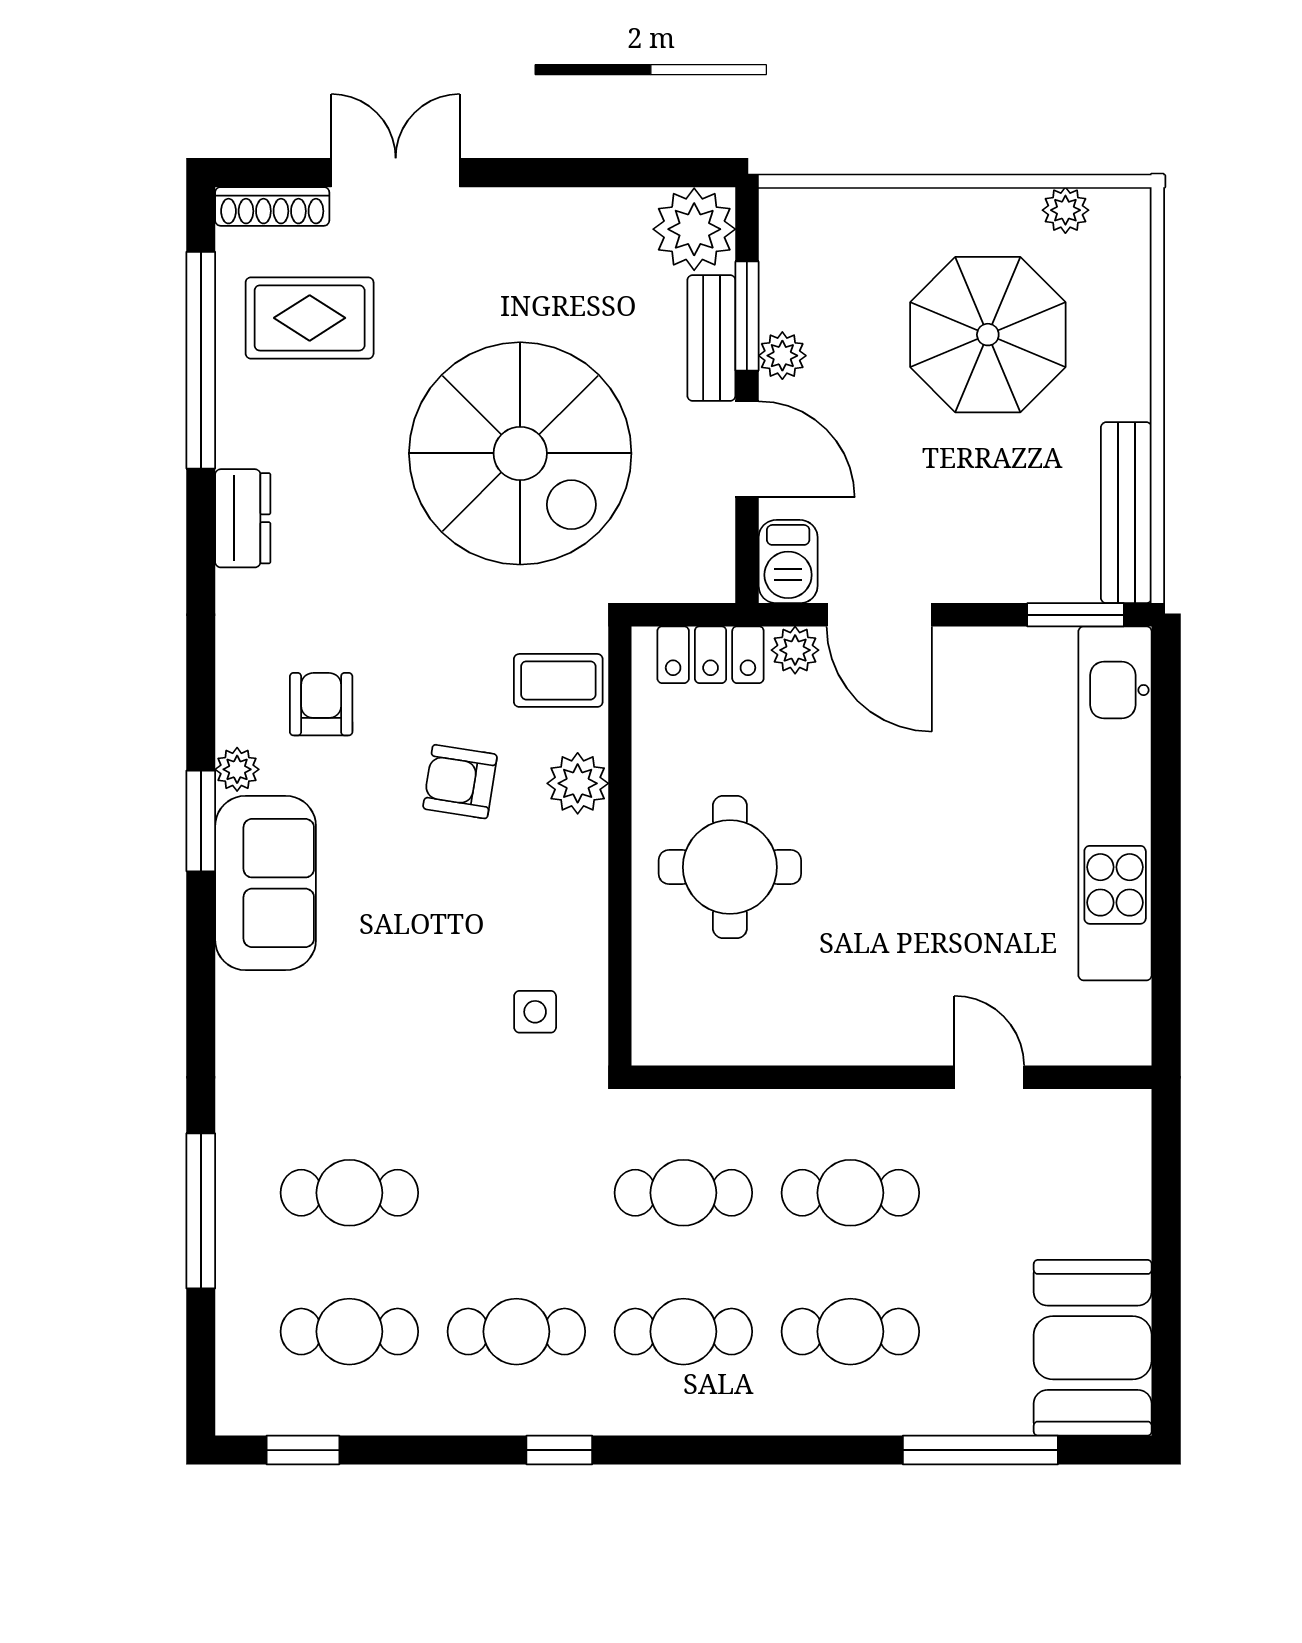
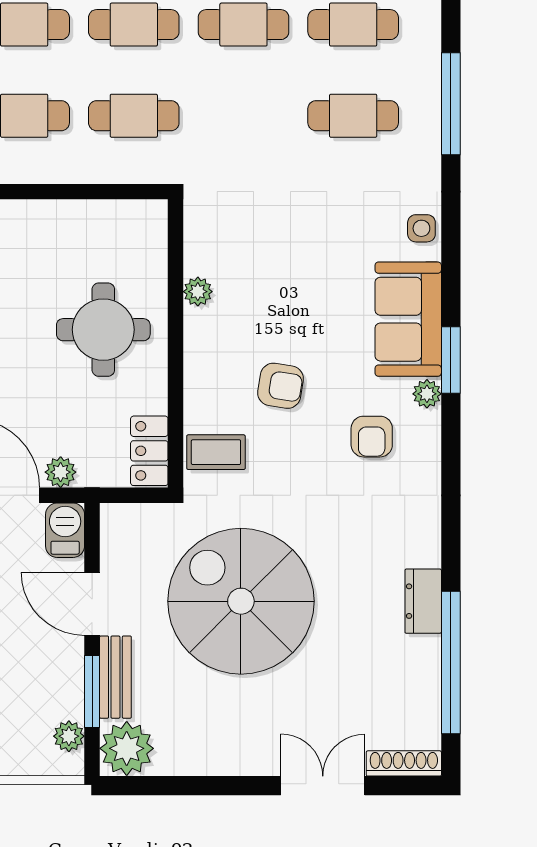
double door: (396, 173) -> (323, 786), swing flipped
rug: (310, 318) -> (379, 690), removed
plant: (782, 356) -> (69, 736), moved
dresser: (243, 518) -> (423, 601), moved
locker: (711, 655) -> (149, 451), moved, turned -90
plant: (578, 783) -> (198, 292), moved, width x0.73, depth x0.73
side table: (535, 1012) -> (421, 228), moved

